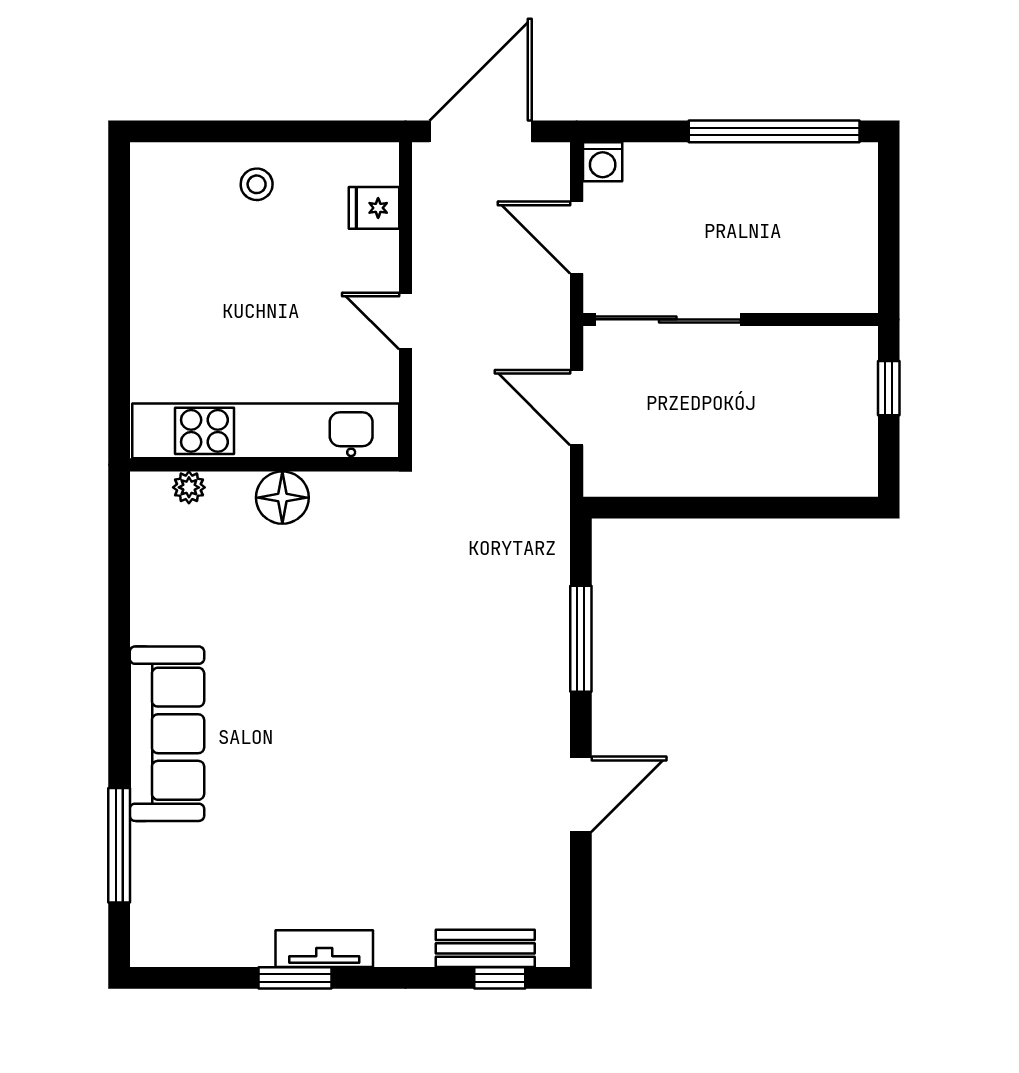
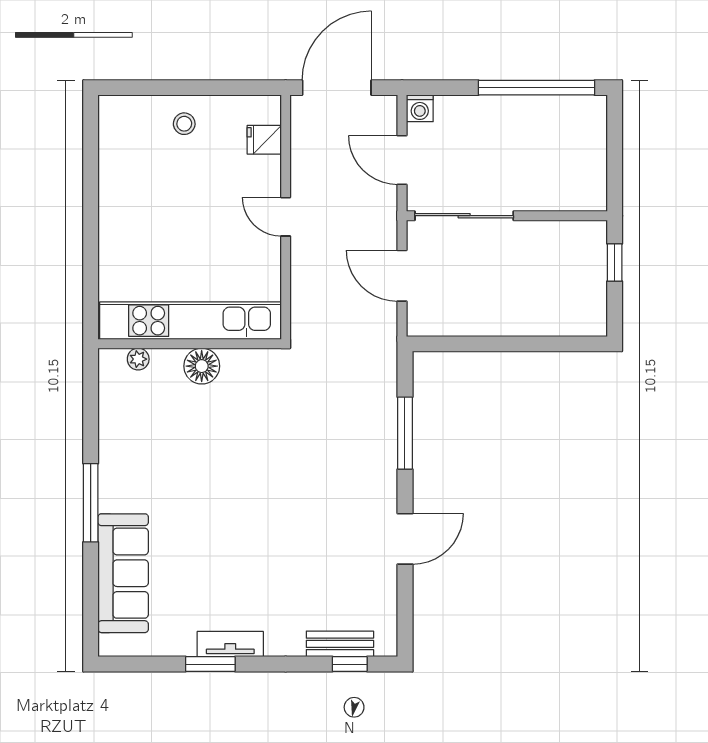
kitchen unit: (266, 431) -> (190, 321), moved
wall: (264, 465) -> (190, 344), moved
plant: (189, 487) -> (138, 359), moved
floor lamp: (282, 498) -> (202, 366), moved
sofa: (167, 734) -> (123, 573), moved
window: (119, 845) -> (91, 503), moved

